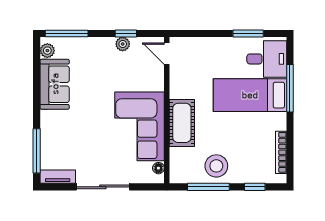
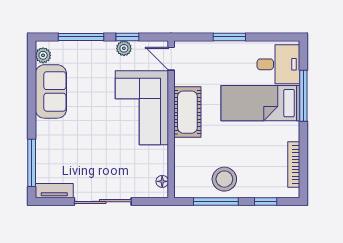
window: (67, 33) -> (81, 37), moved
window: (248, 33) -> (229, 37), moved
cot: (182, 123) -> (187, 112), moved
corner sofa: (139, 126) -> (142, 108), moved

